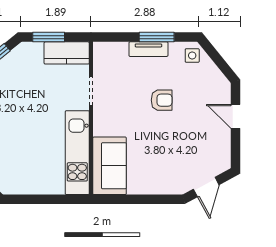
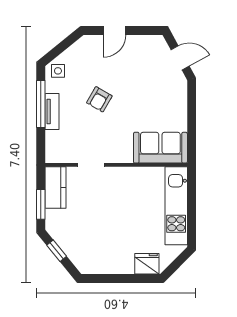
window: (157, 37) -> (41, 104), width x1.44
armchair: (162, 100) -> (99, 99), turned -150
kitchen unit: (77, 153) -> (176, 206), moved, turned 90

